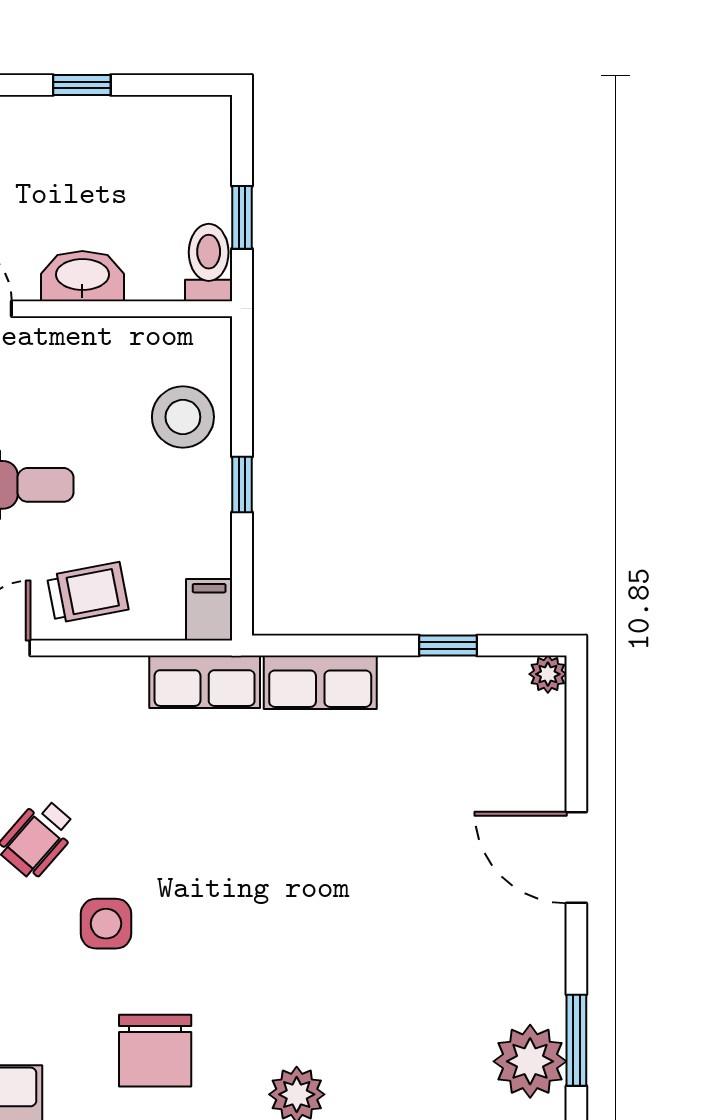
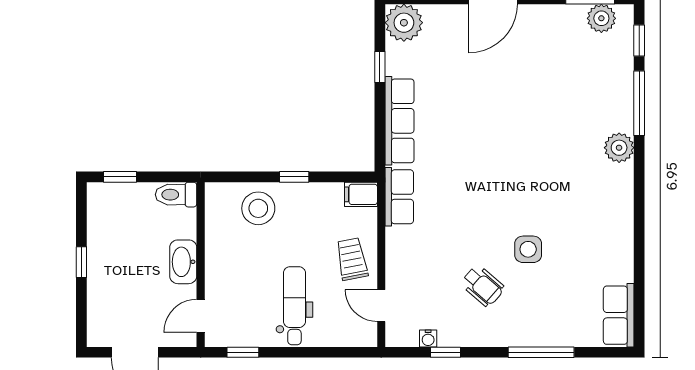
window: (242, 217) -> (120, 177), moved
plant: (548, 674) -> (404, 23), width x1.87, depth x1.87
row of seats: (320, 682) -> (400, 121), width x1.48
chair: (155, 1051) -> (596, 223), removed
plant: (530, 1061) -> (601, 18), width x0.73, depth x0.73

